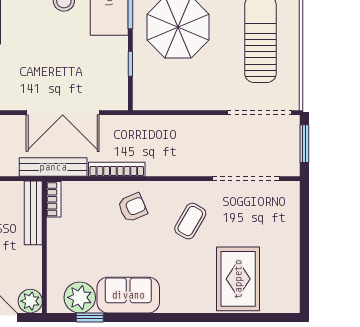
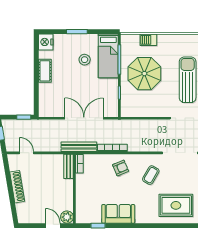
double door: (63, 113) -> (84, 118), swing flipped
bench: (33, 213) -> (69, 166), width x0.73
rug: (238, 279) -> (176, 205), turned 90
plant: (80, 297) -> (93, 215), removed

